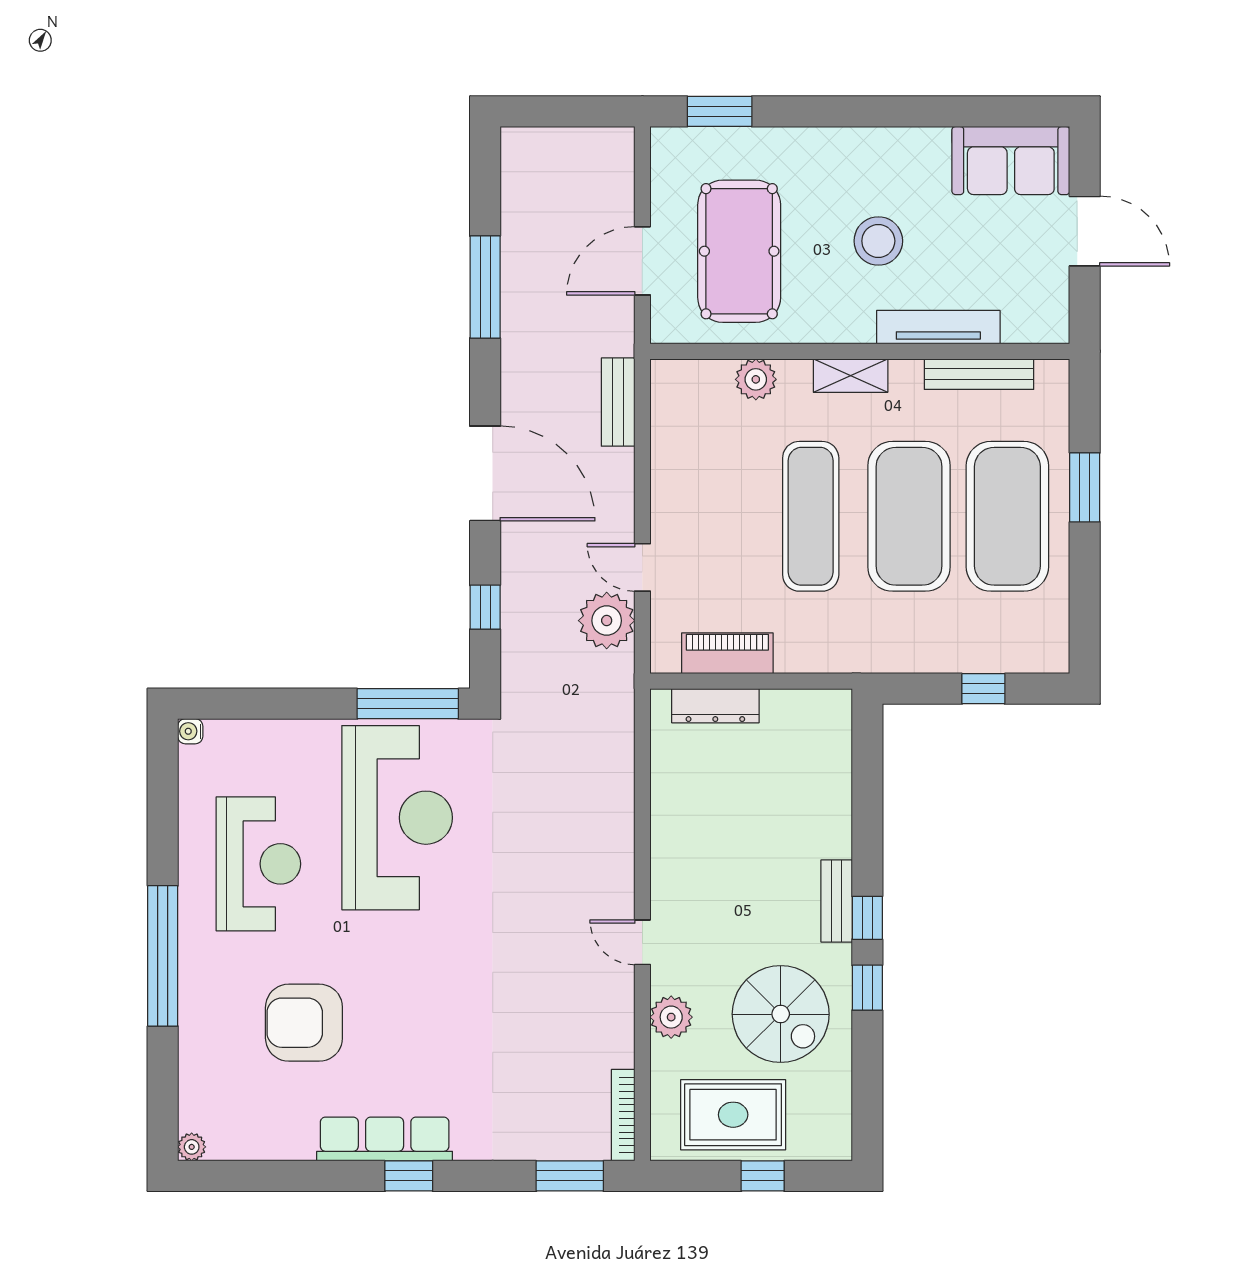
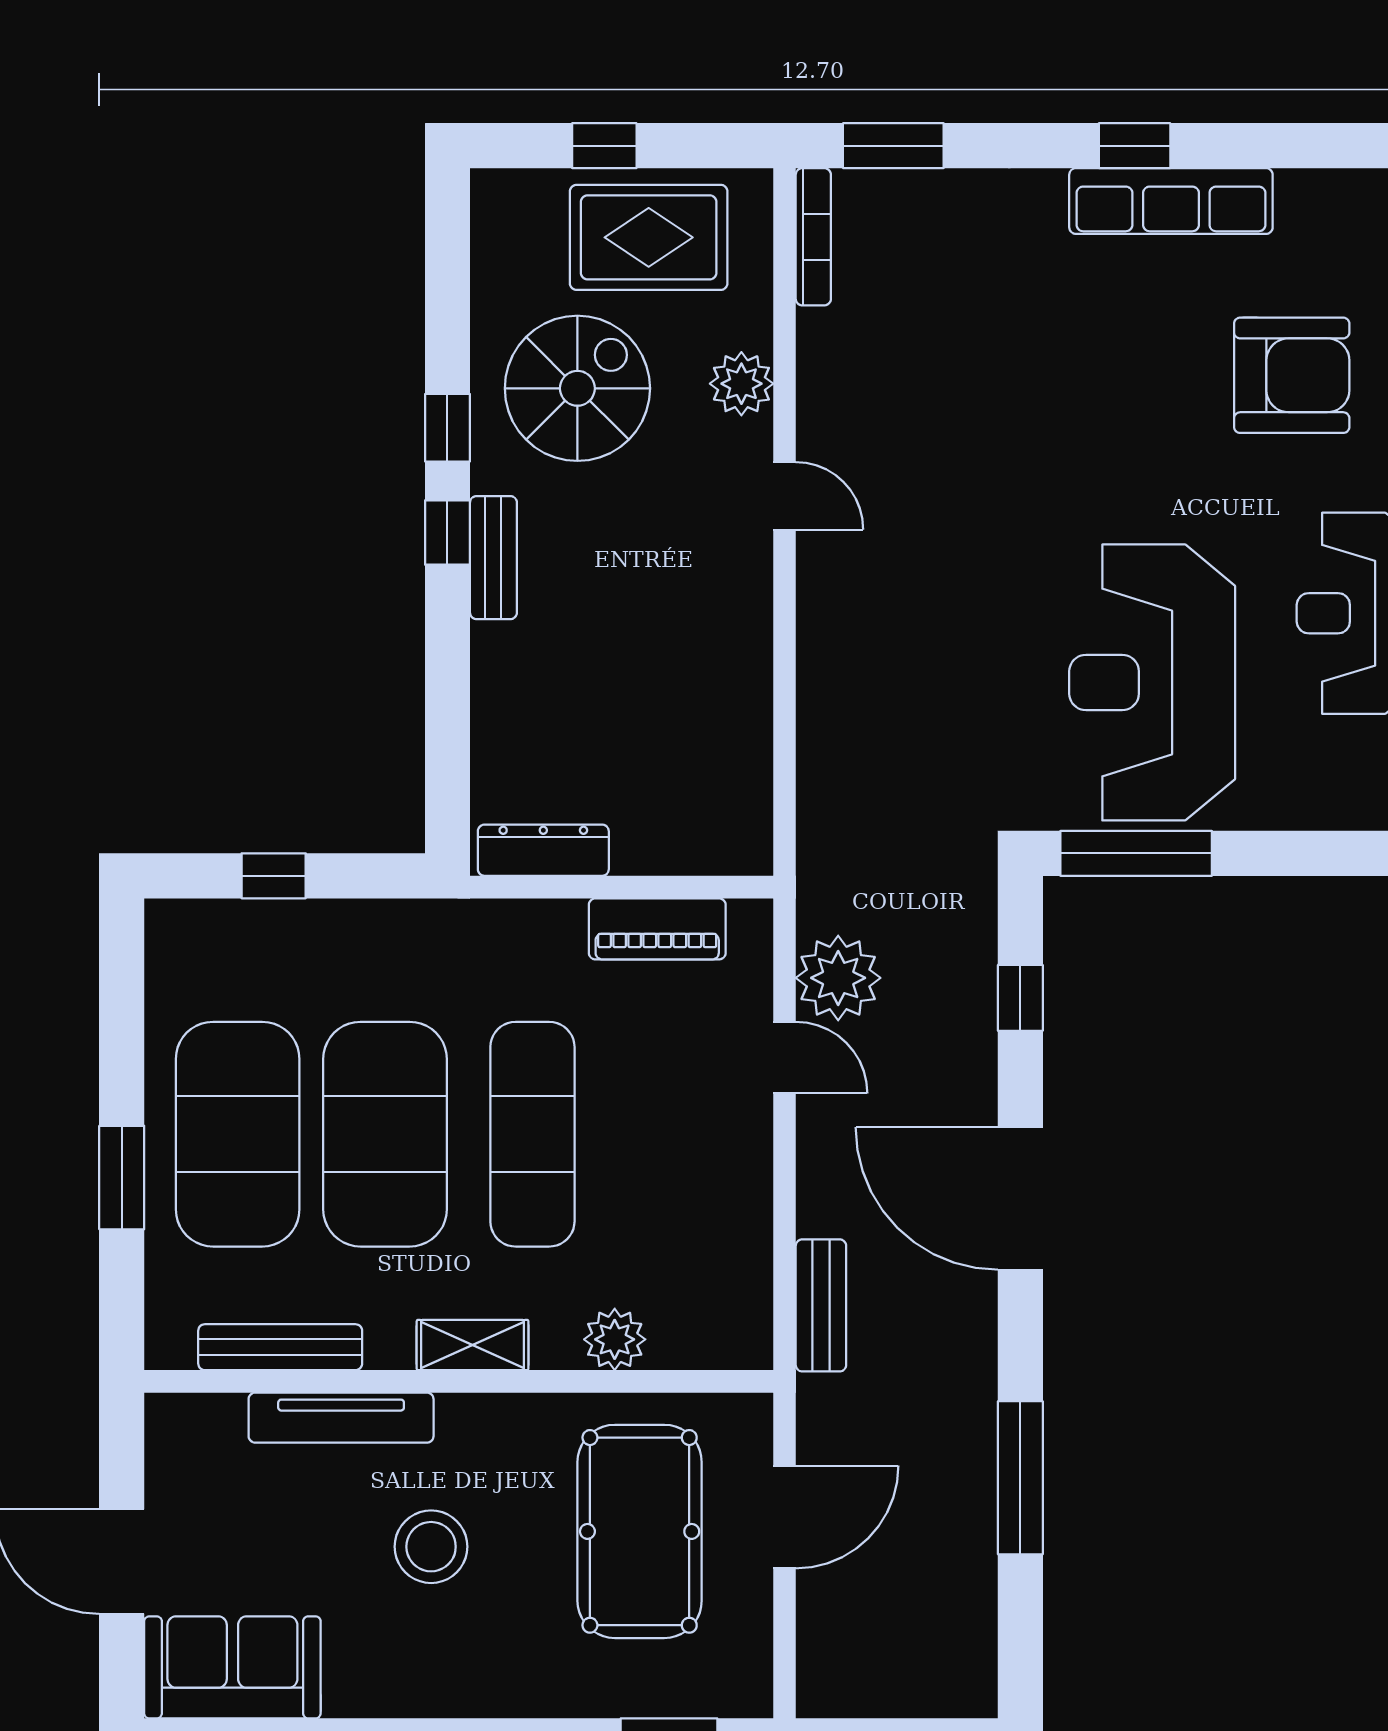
dresser: (715, 706) -> (543, 850), moved
spiral stairs: (781, 1014) -> (577, 388), turned 90

